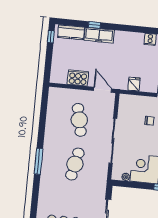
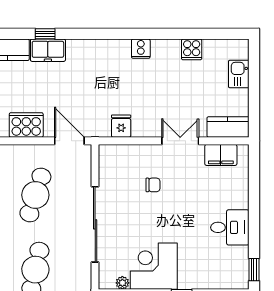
freezer: (99, 35) -> (48, 50), width x0.71
cafe table: (79, 120) -> (35, 195), turned 30

